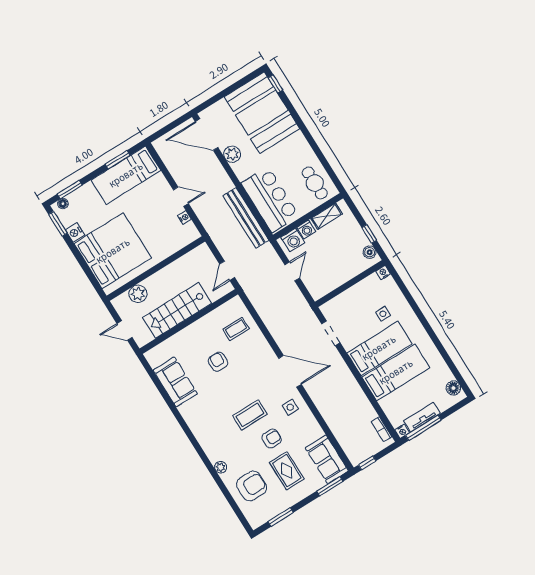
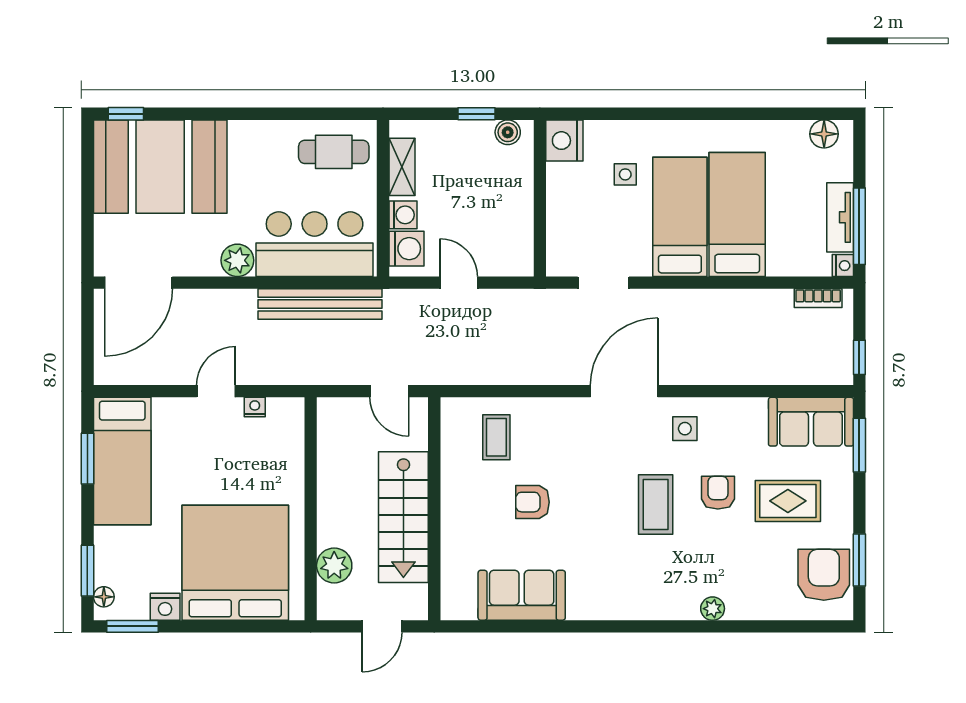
plant: (232, 154) -> (237, 260), moved
nightstand: (383, 273) -> (564, 141), width x1.89, depth x1.79
armchair: (252, 486) -> (824, 575), moved

